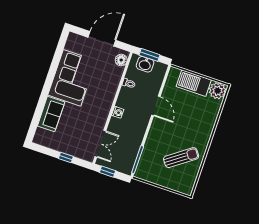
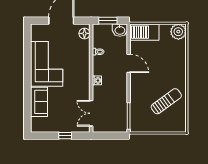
washbasin: (145, 64) -> (120, 30), moved
barbecue: (194, 83) -> (144, 32), moved
double door: (100, 144) -> (91, 113), swing flipped
window: (108, 172) -> (106, 136), removed

